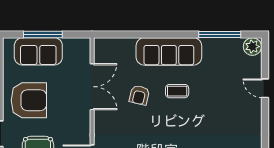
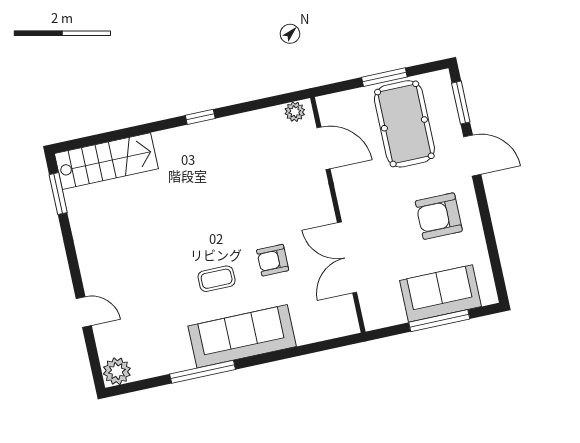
window: (220, 34) -> (203, 372), moved
armchair: (139, 95) -> (273, 260), turned -103
armchair: (29, 100) -> (439, 216), width x0.73, depth x0.73

